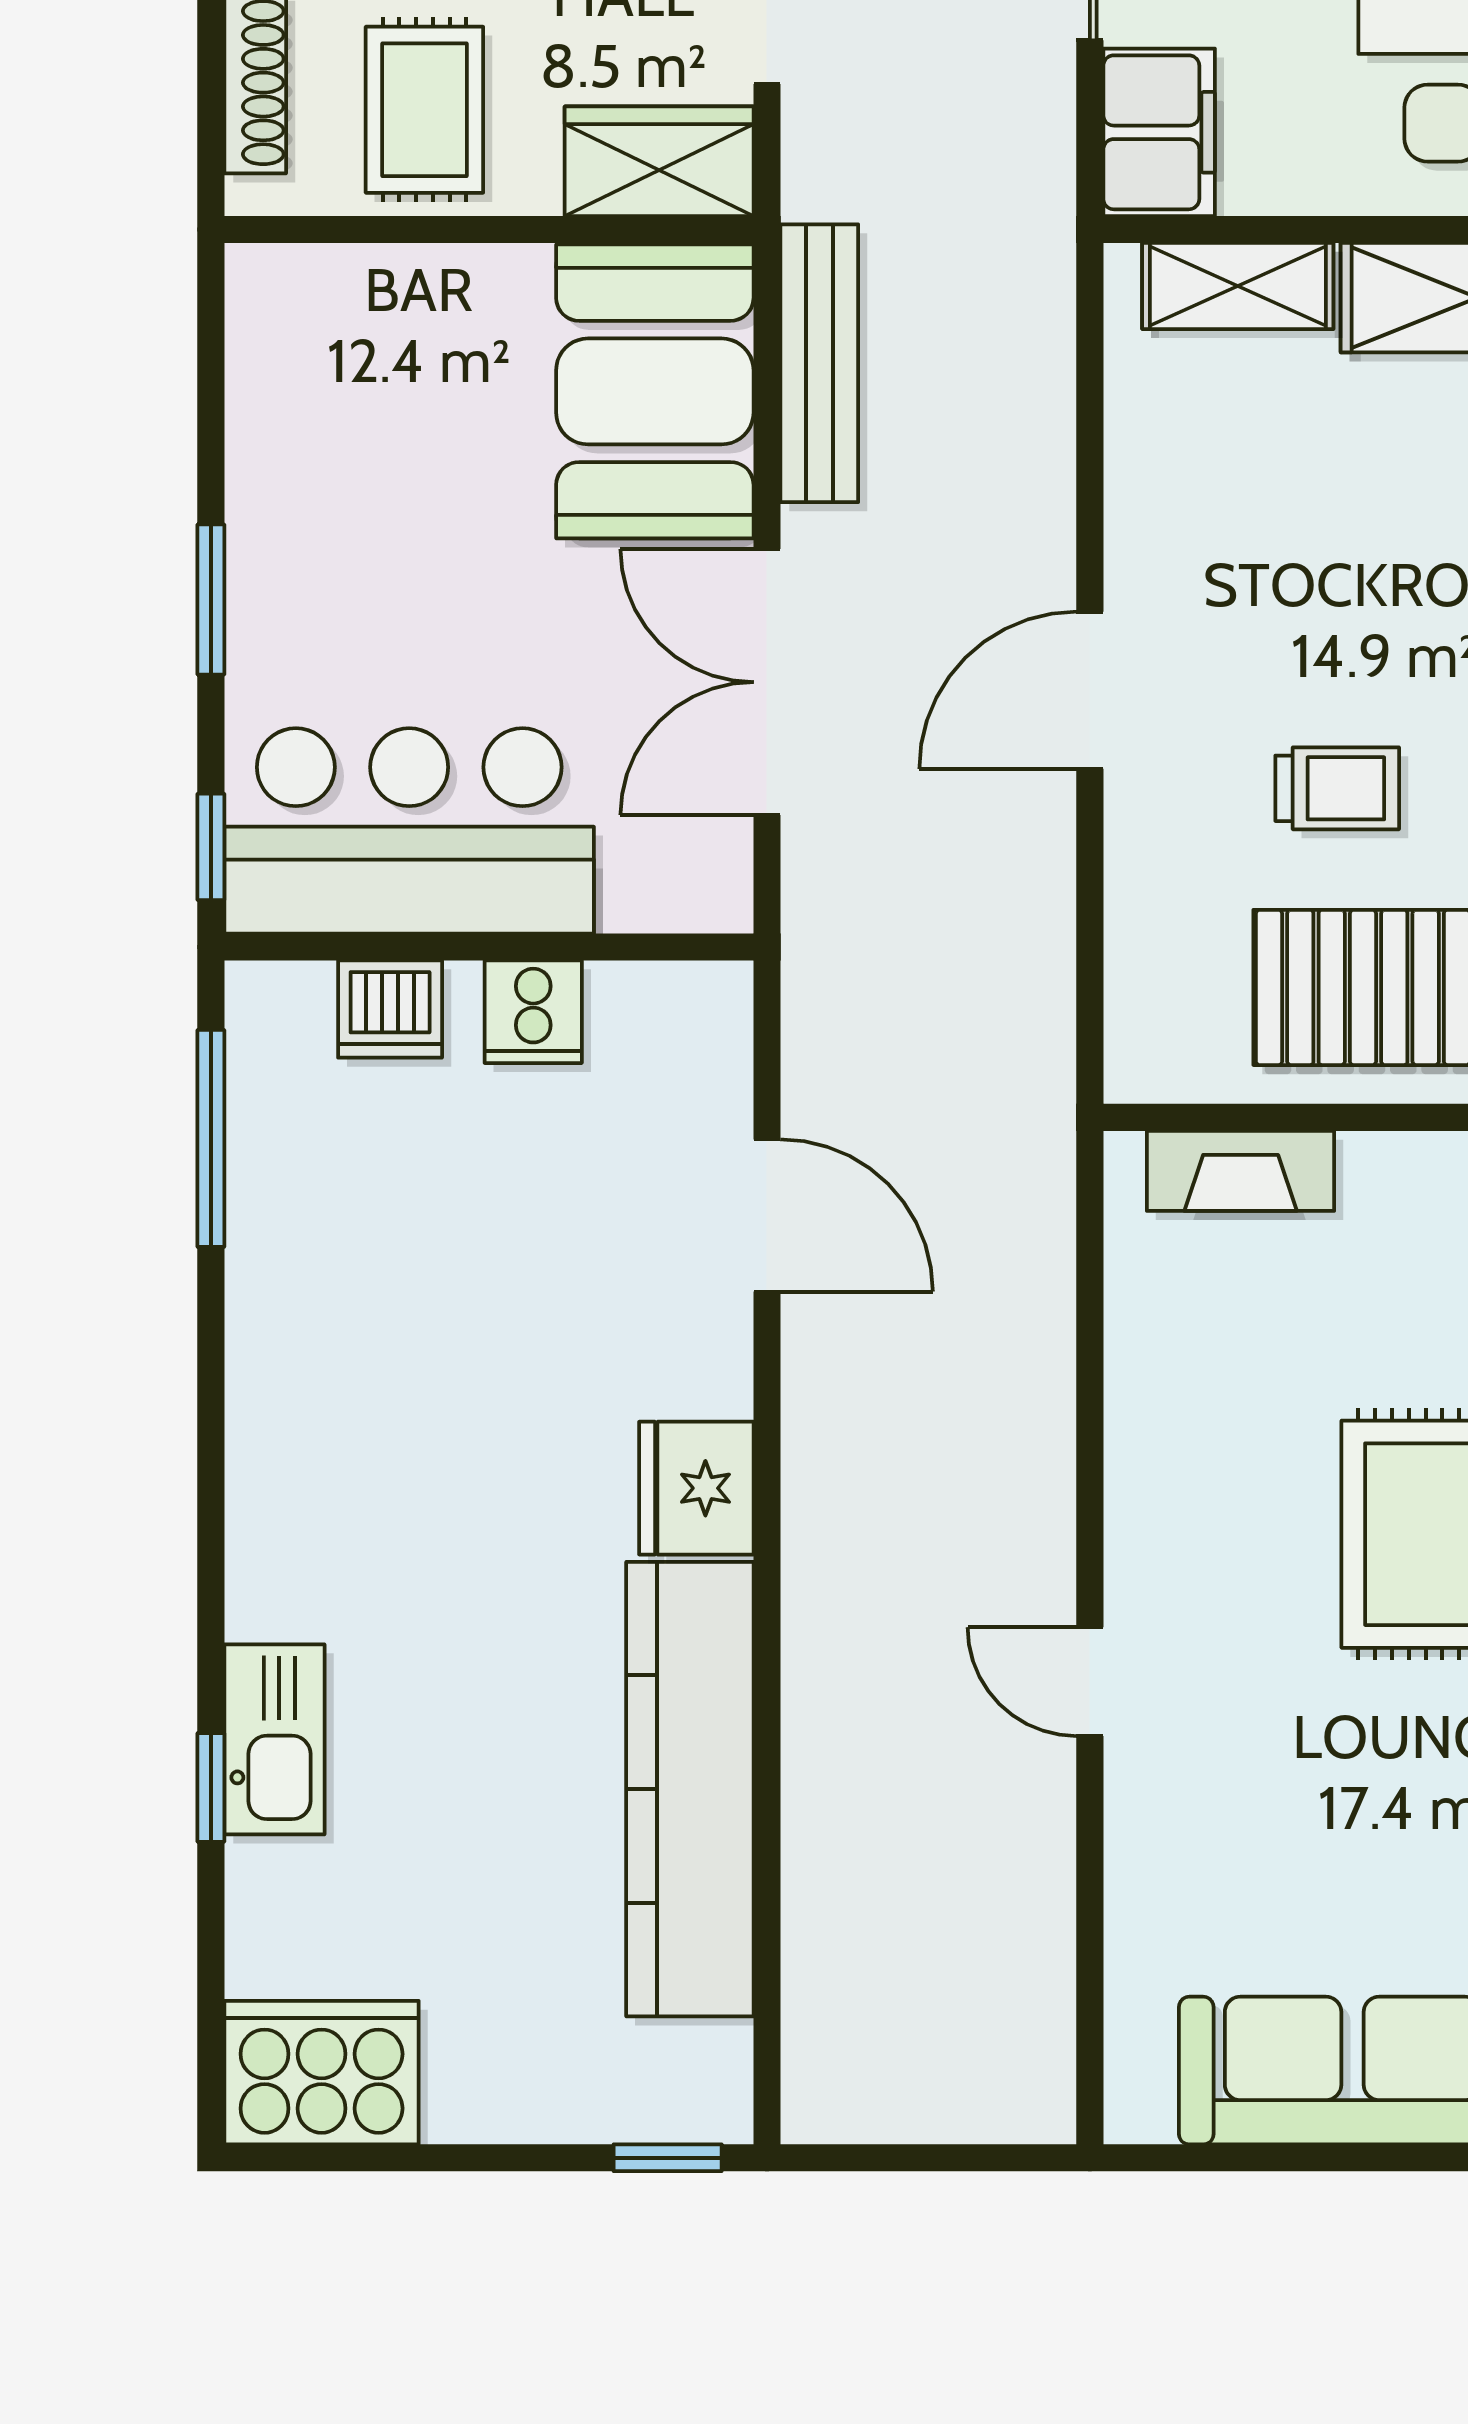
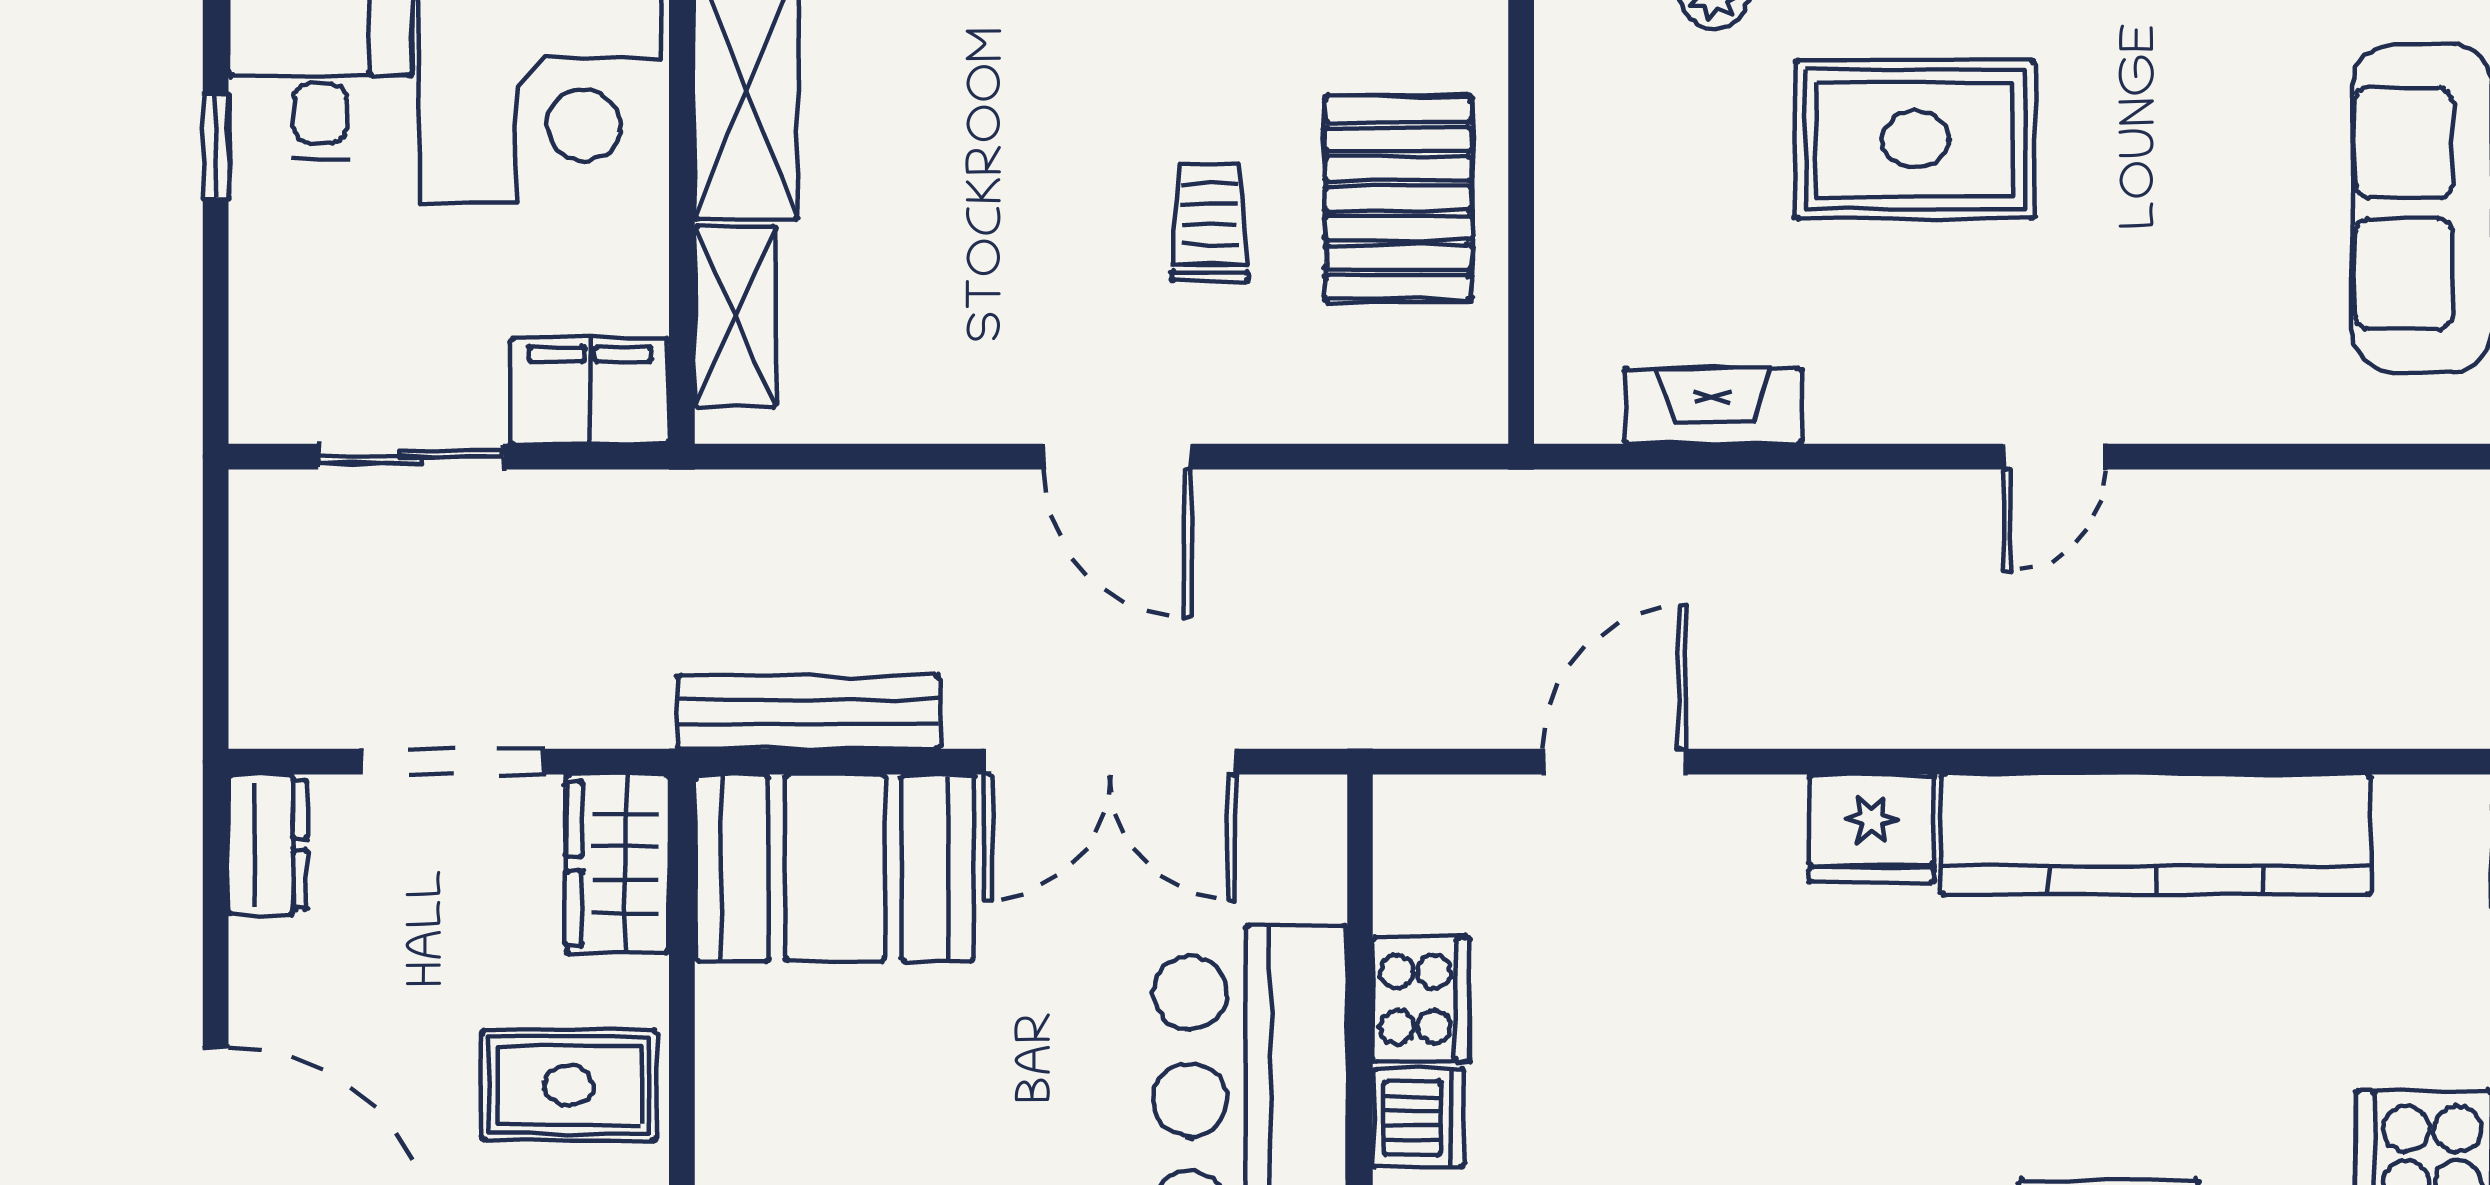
cooker: (533, 1012) -> (1421, 999), width x1.36
fireplace: (1241, 1171) -> (1713, 406), moved, turned -90

